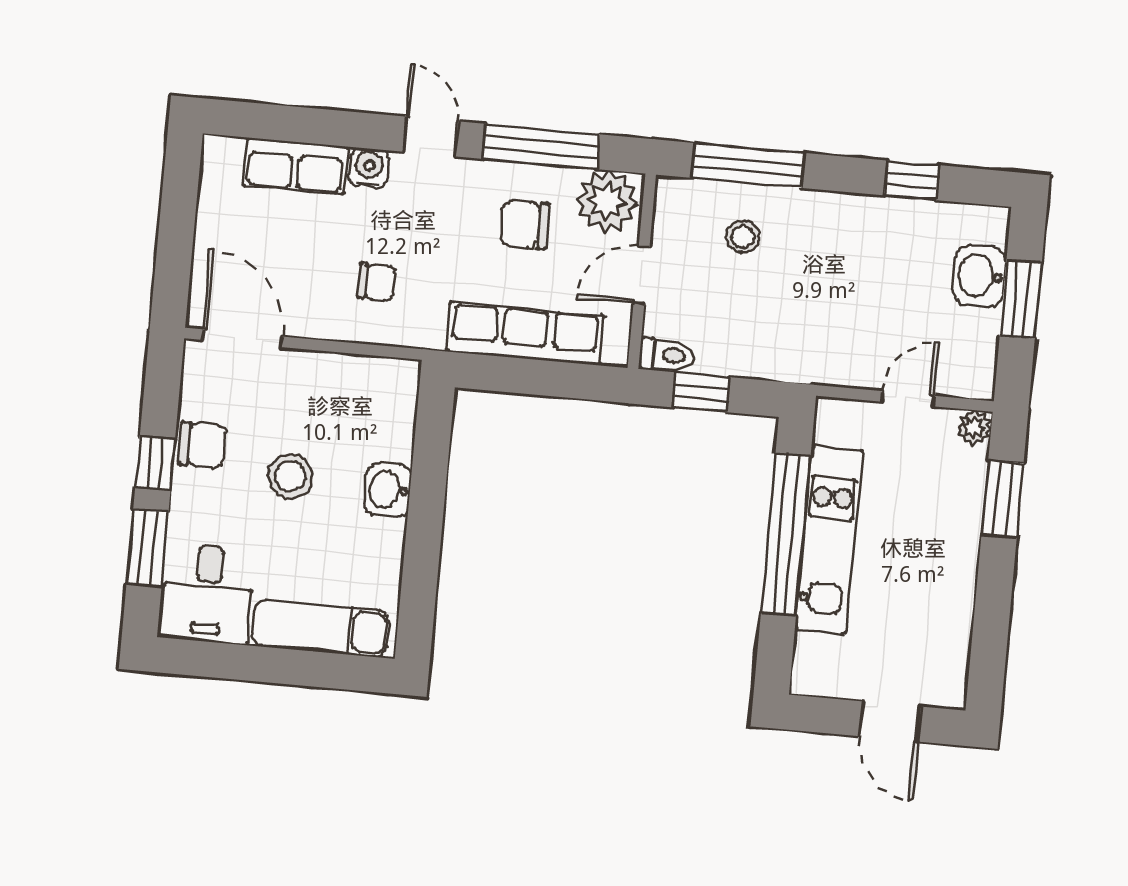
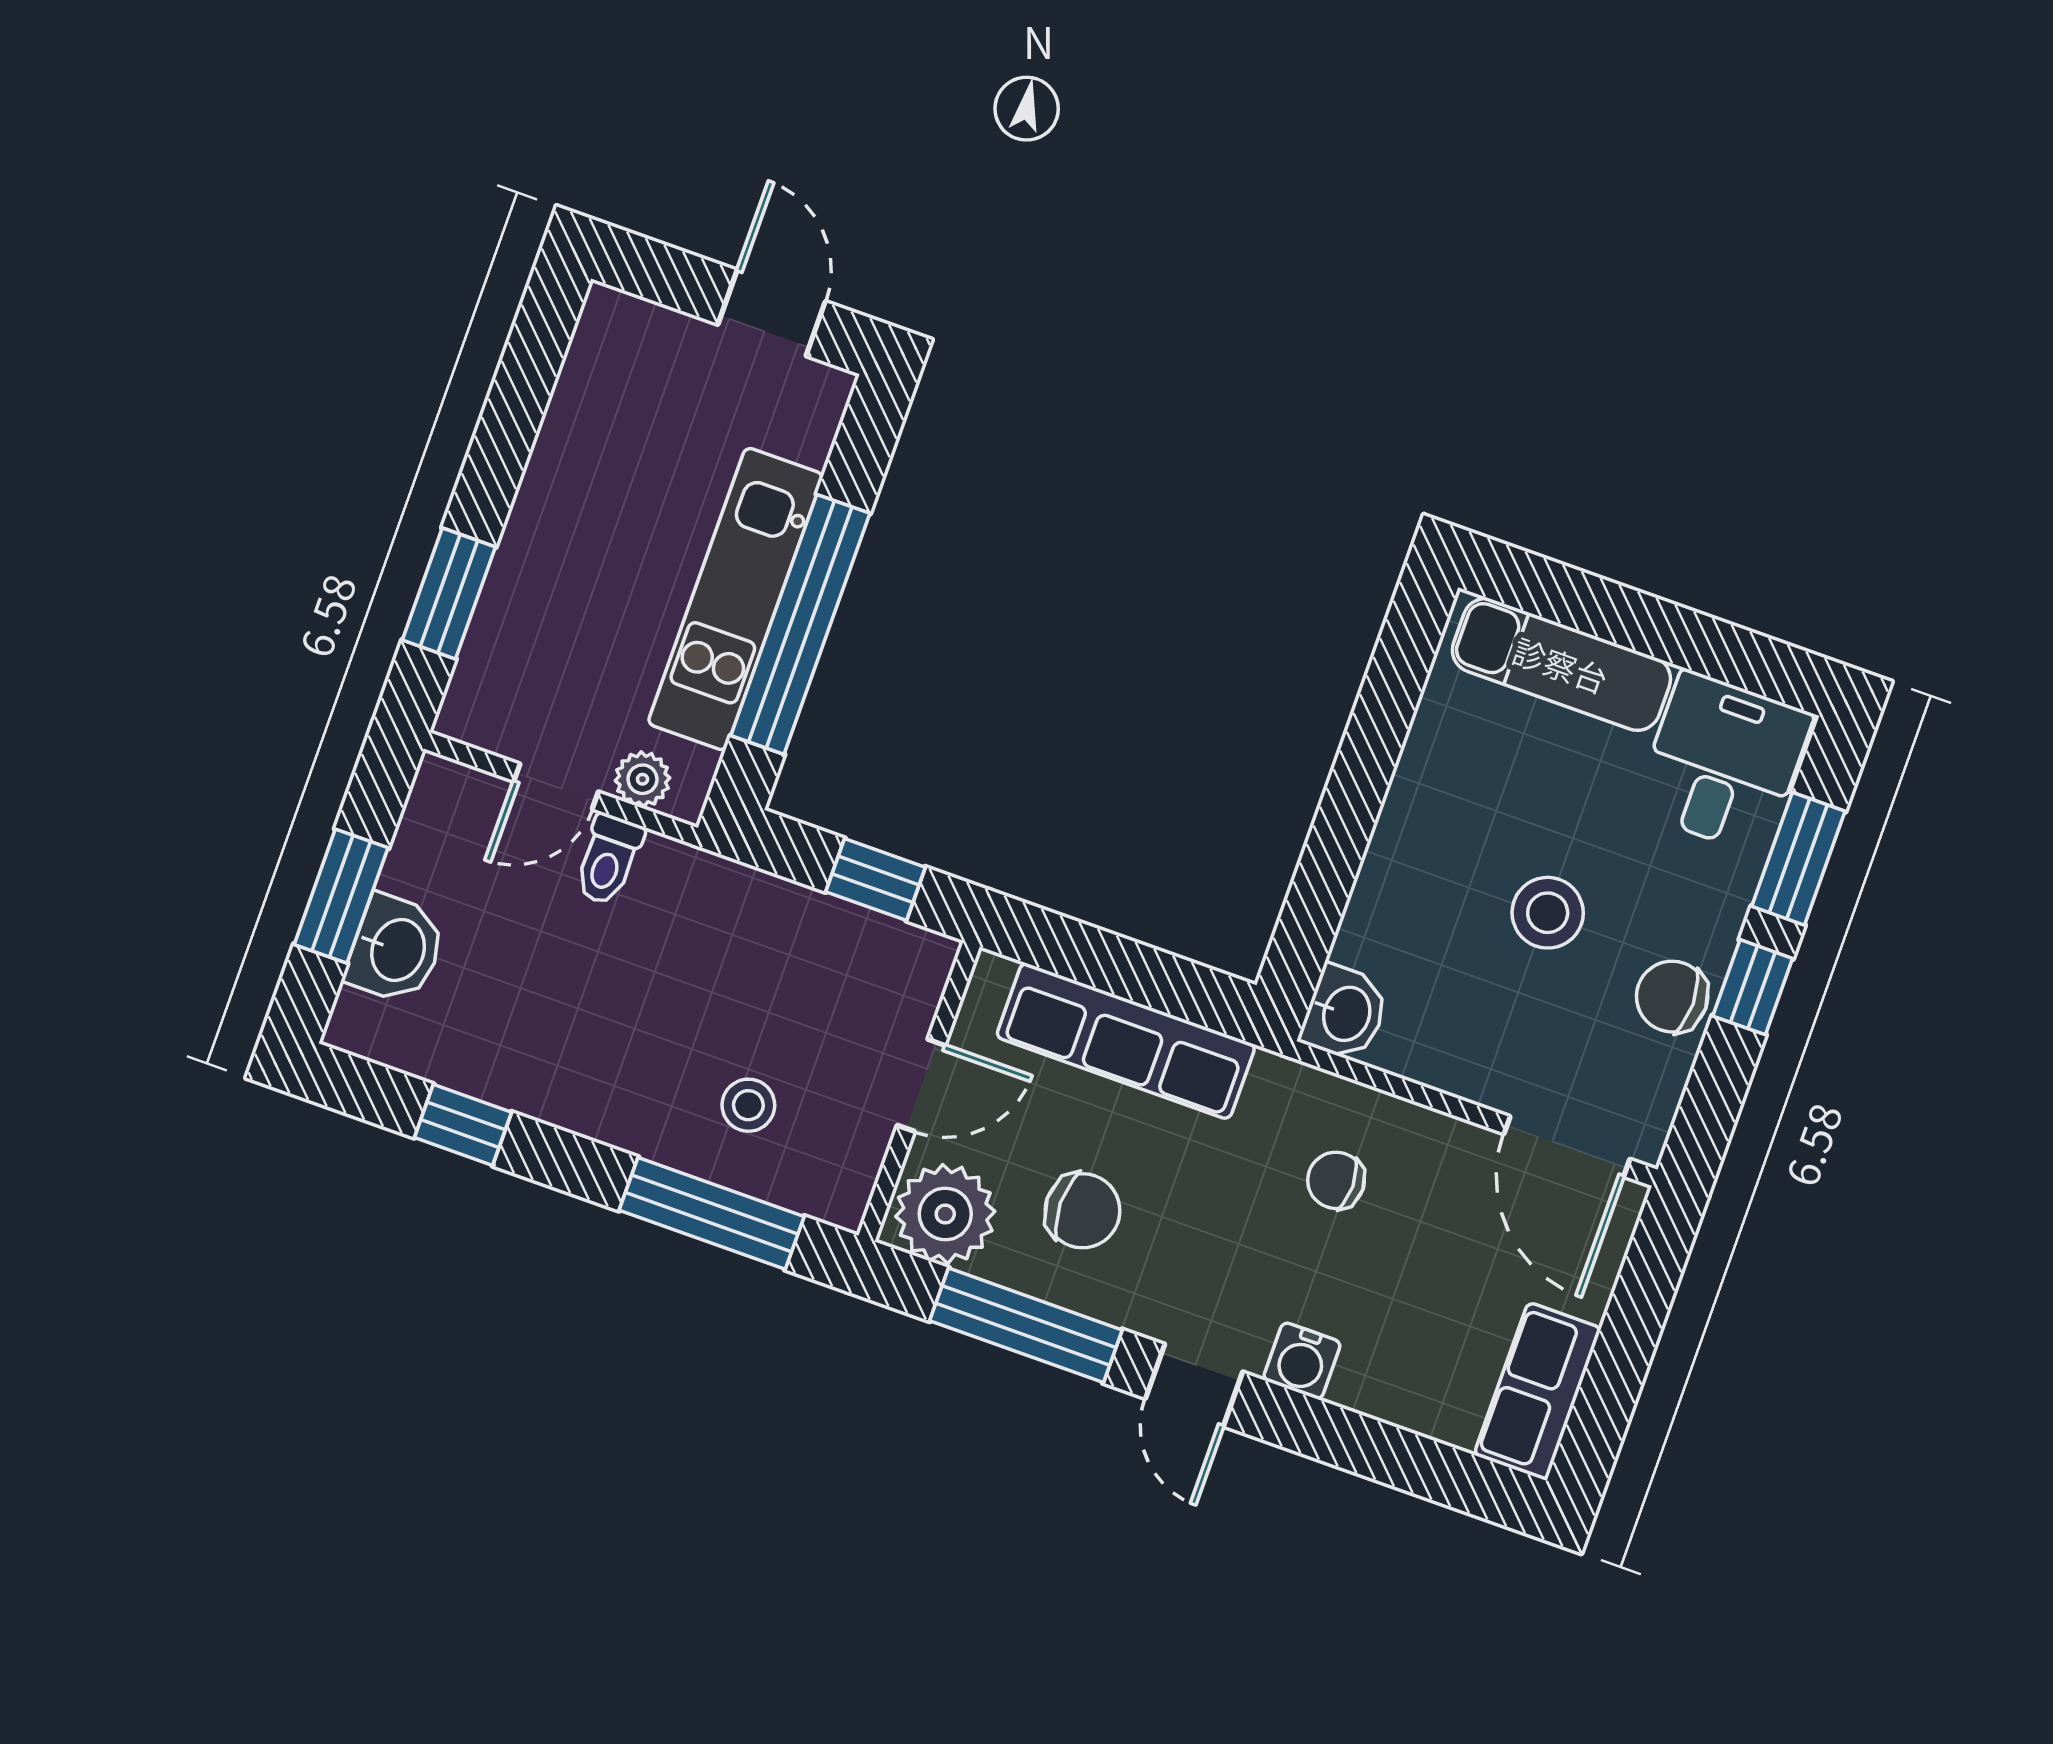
row of seats: (295, 166) -> (1538, 1391), moved, turned -90
toilet: (666, 355) -> (608, 860), moved, turned -90
plant: (974, 427) -> (643, 779), moved
washbasin: (388, 490) -> (1345, 1013), moved
door: (890, 721) -> (772, 313), moved

